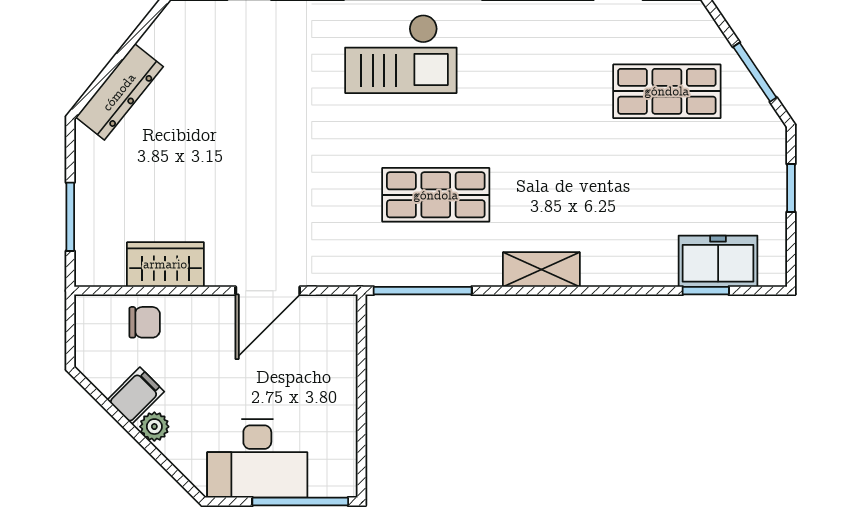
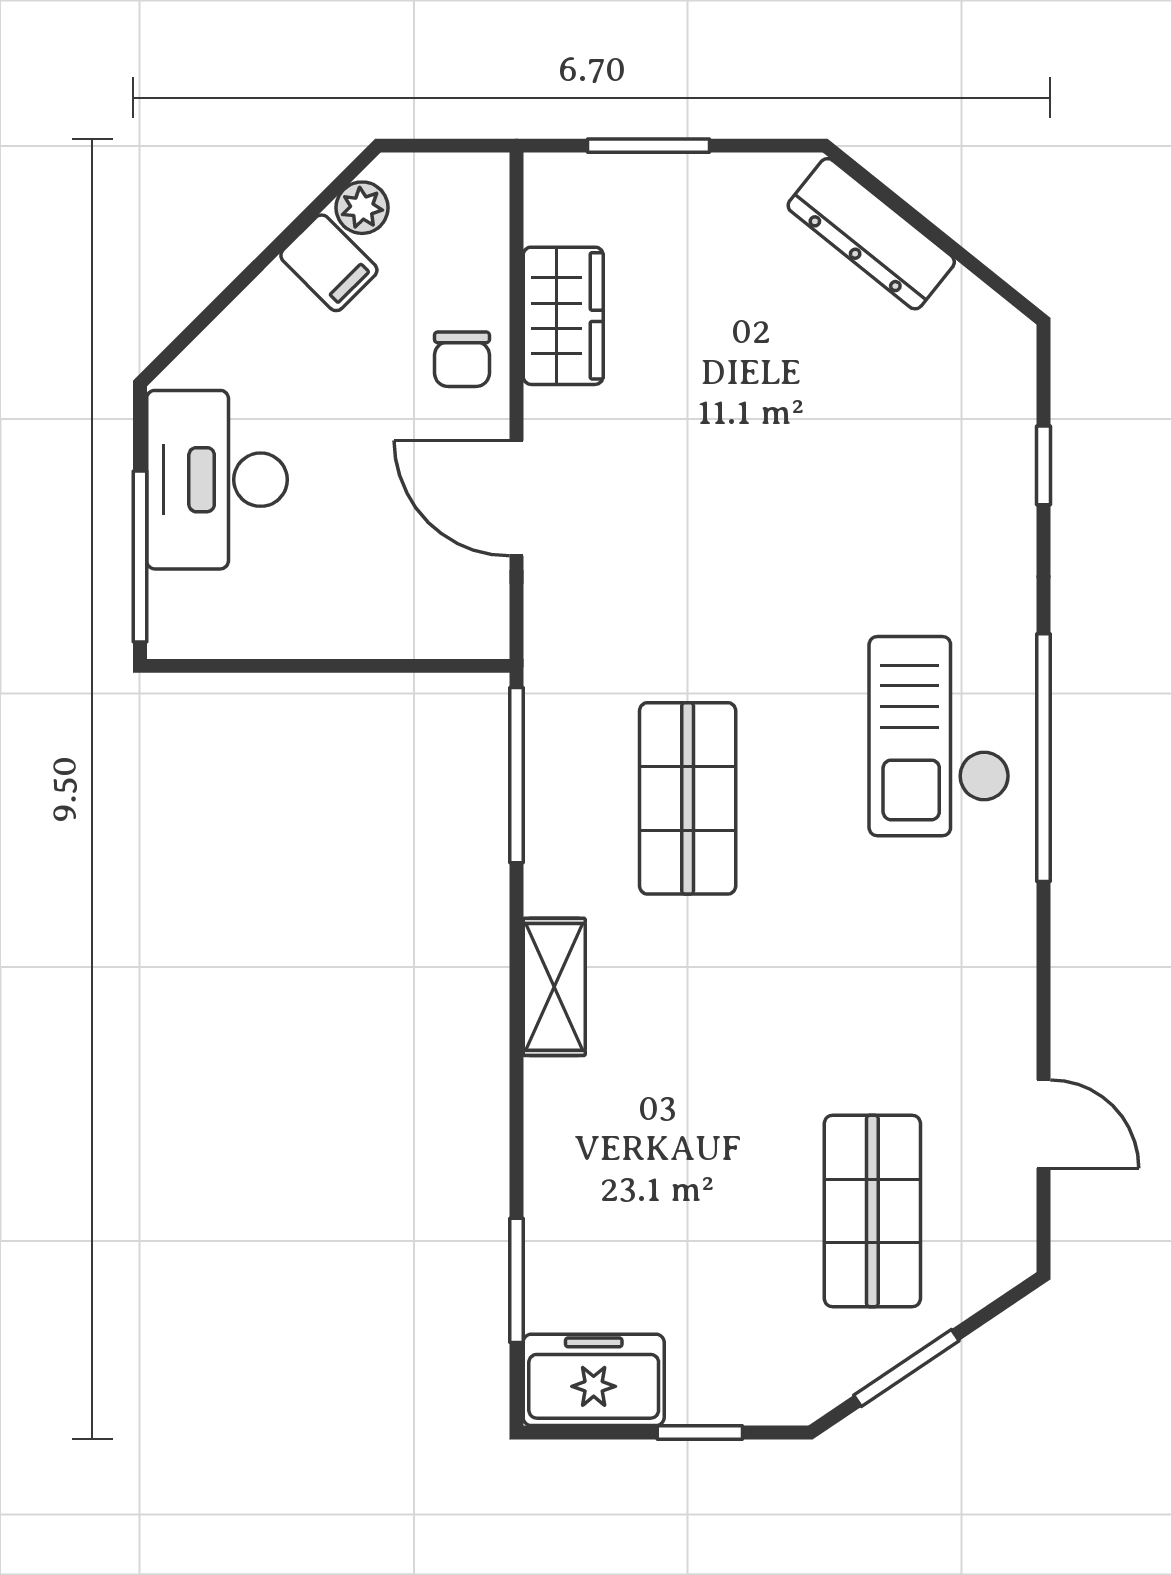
freezer: (718, 261) -> (594, 1380), moved, turned -90
window: (706, 291) -> (516, 1280), width x1.50
chair: (145, 322) -> (462, 359), moved
plant: (154, 427) -> (362, 208), moved

